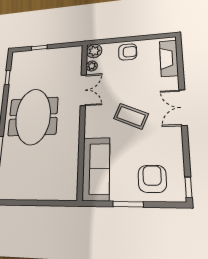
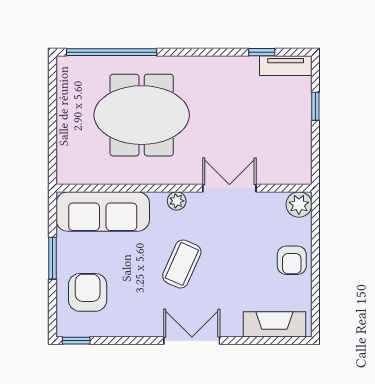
tv unit: (16, 65) -> (286, 66), added
plant: (92, 66) -> (177, 201), moved
double door: (83, 90) -> (229, 188), swing flipped
meeting table: (33, 117) -> (142, 115), moved
armchair: (152, 179) -> (88, 292), turned -90

